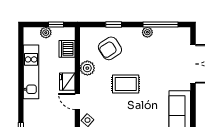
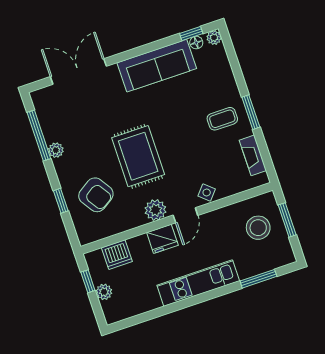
plant: (87, 68) -> (155, 210), moved
kitchen unit: (31, 72) -> (198, 283), moved
rug: (126, 84) -> (138, 156), width x1.36, depth x1.43

